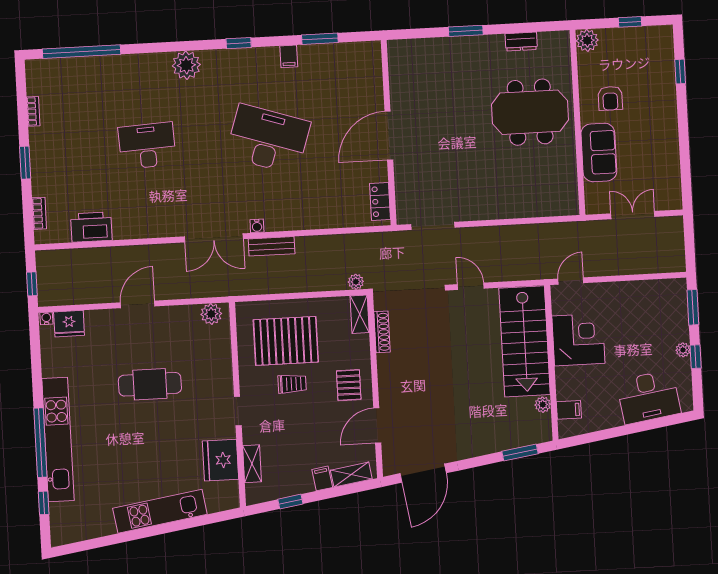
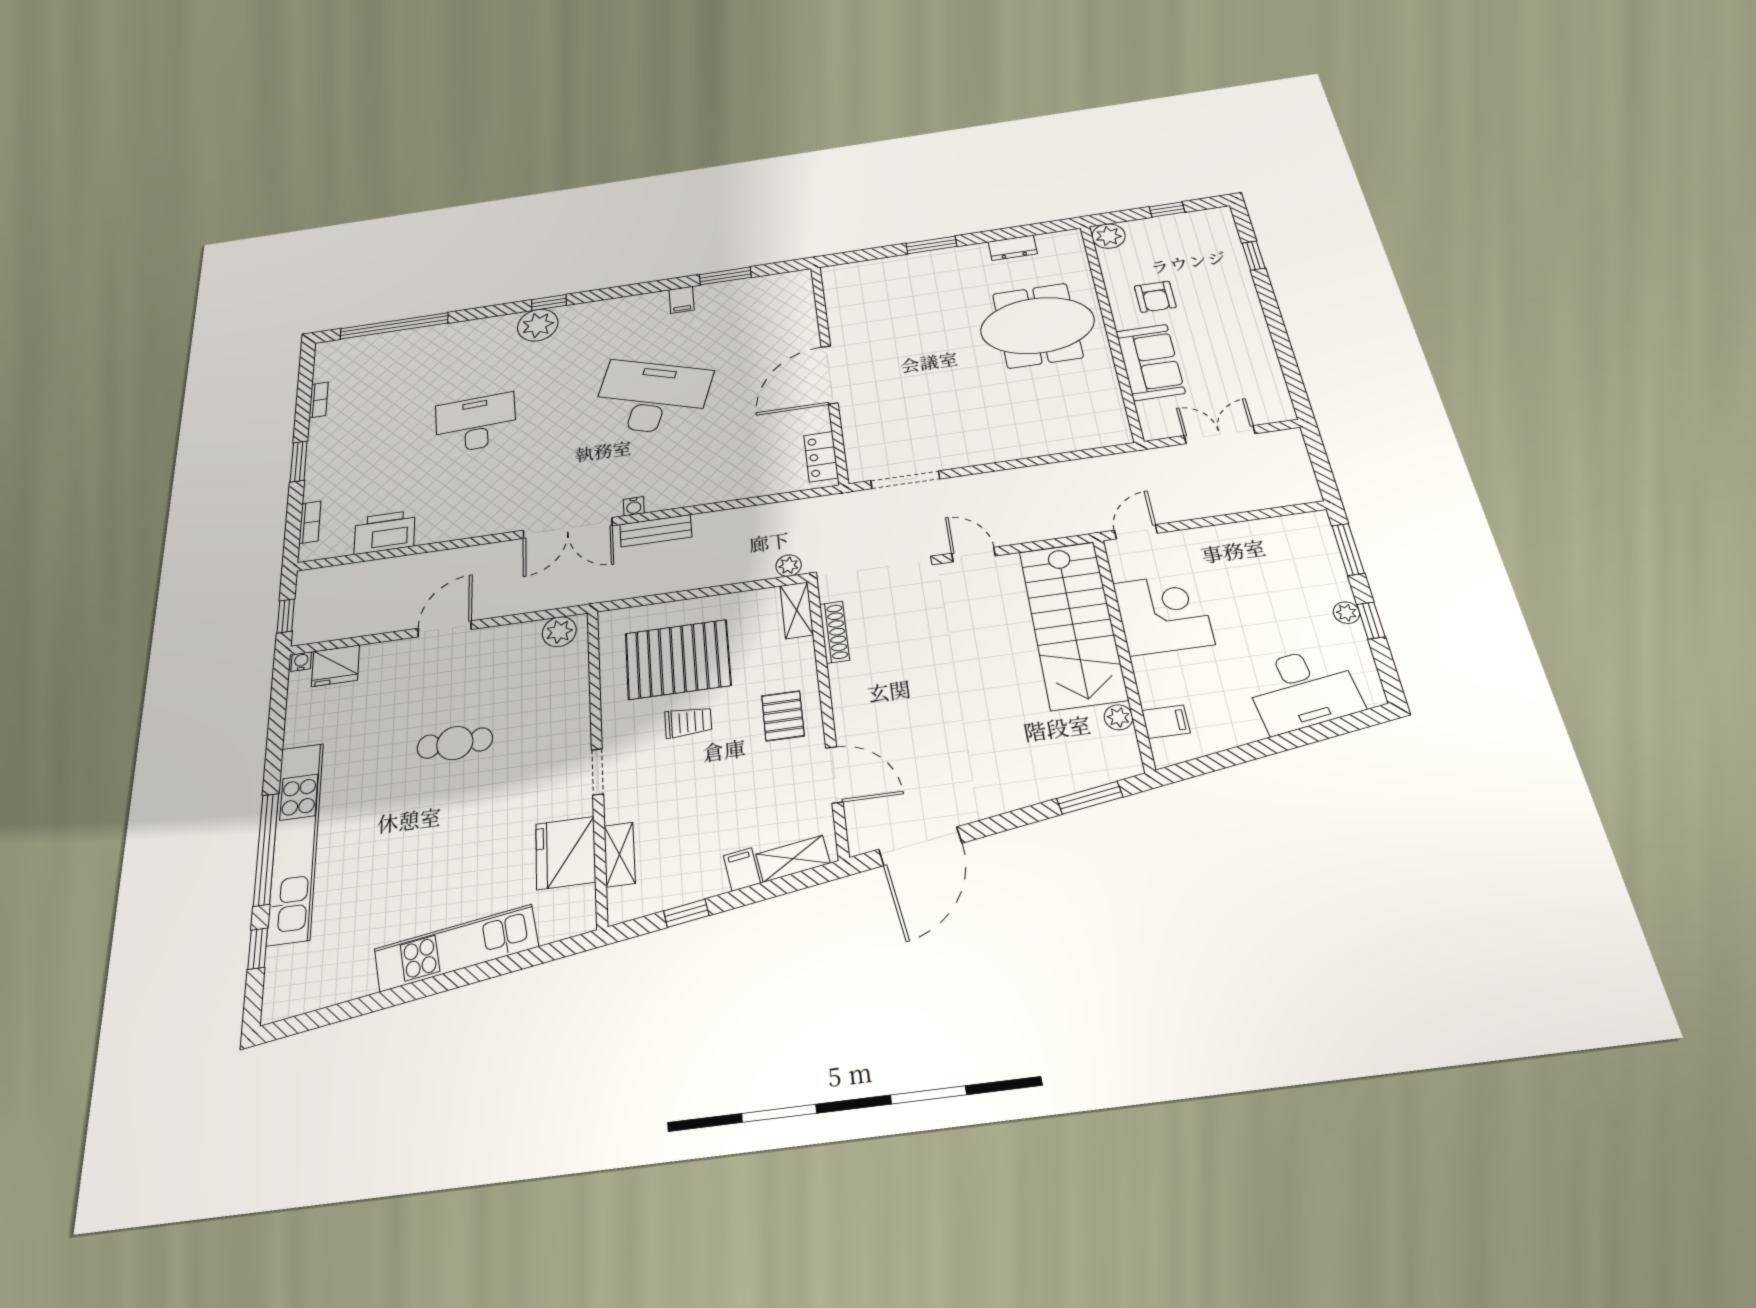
window: (239, 43) -> (549, 303), moved
cafe table: (150, 384) -> (455, 743), width x0.73, depth x0.74
door: (377, 426) -> (834, 775), swing flipped

